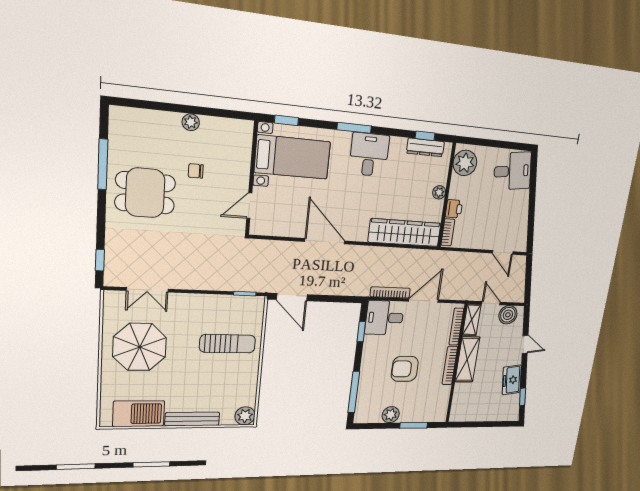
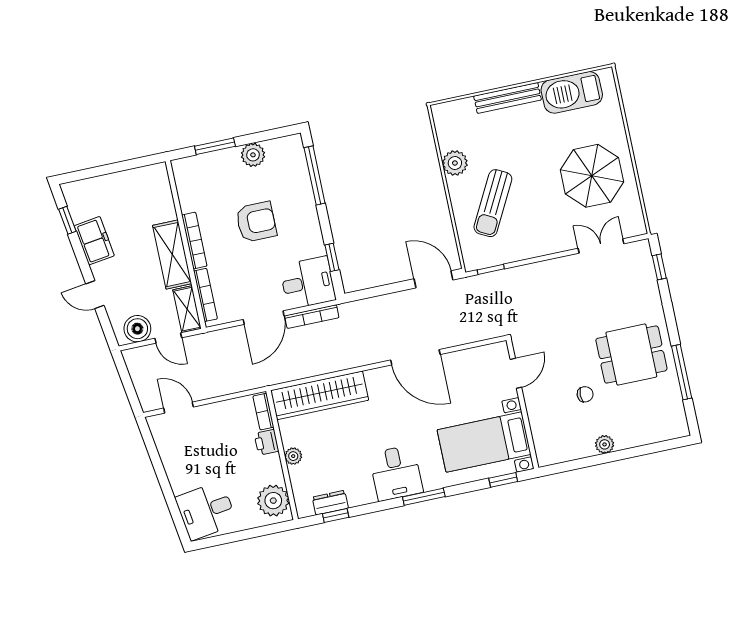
dresser: (425, 147) -> (330, 503), width x0.70
sun lounger: (228, 344) -> (493, 203), turned -62
plant: (245, 416) -> (455, 163), moved

